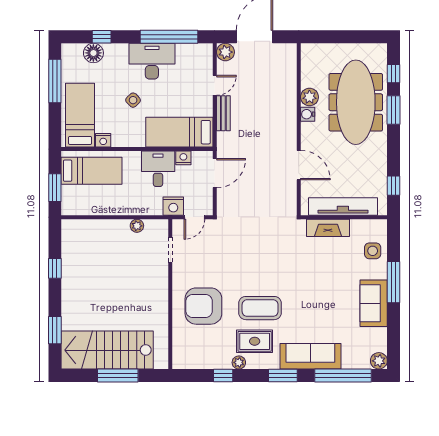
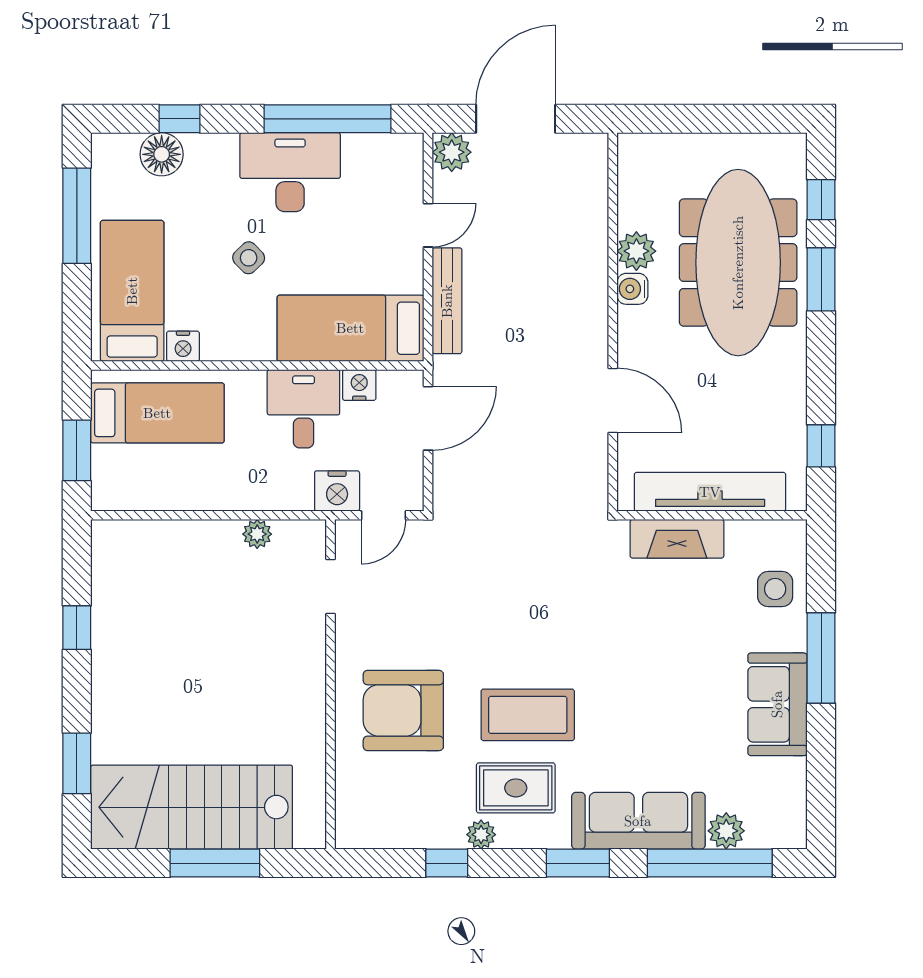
bench: (223, 113) -> (447, 301), width x1.36
plant: (379, 361) -> (726, 831), moved

